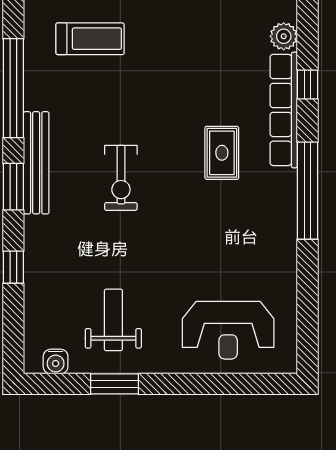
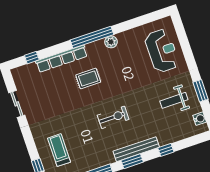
plant: (284, 36) -> (111, 42), moved
window: (308, 84) -> (32, 58), moved
bench: (36, 163) -> (136, 149), moved

